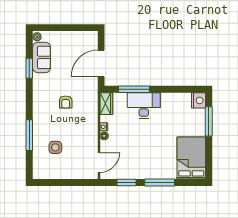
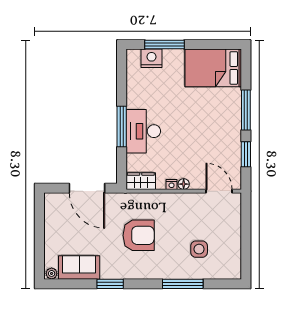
window: (29, 68) -> (110, 284), moved
window: (134, 89) -> (122, 127), moved
nightstand: (199, 100) -> (152, 58), moved
armchair: (66, 102) -> (139, 235), width x1.88, depth x1.88

